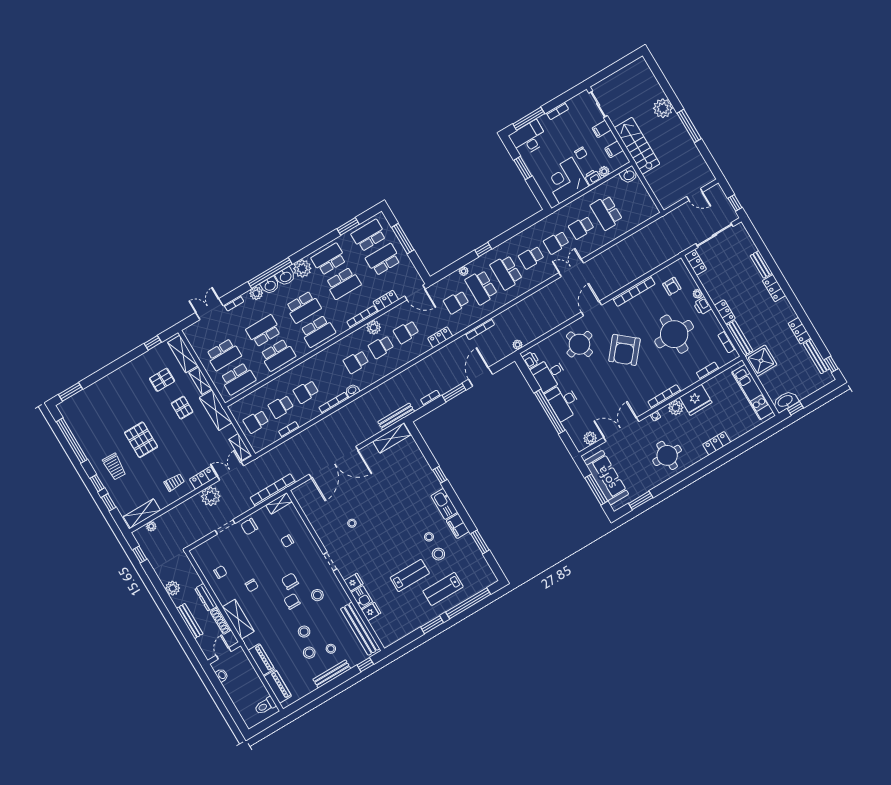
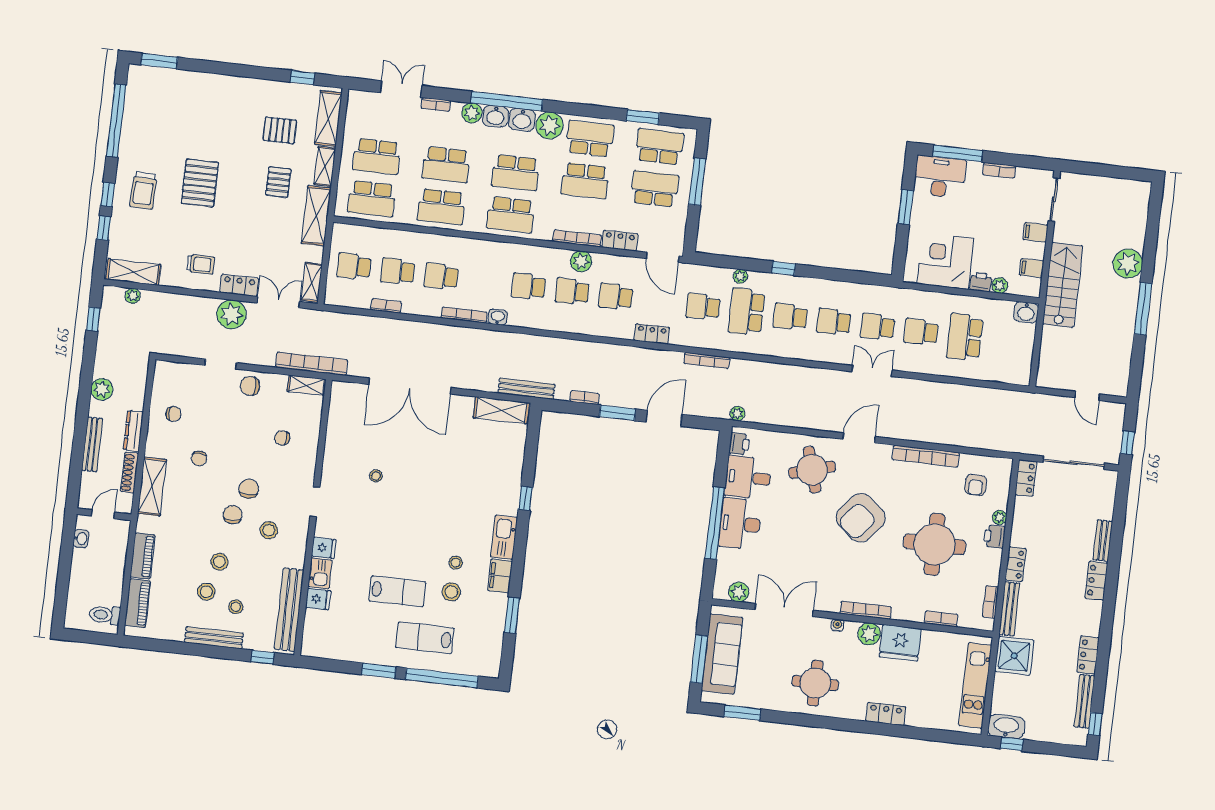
chair: (581, 153) -> (989, 242), removed
school desk: (506, 272) -> (790, 317), width x0.54
school desk: (264, 331) -> (446, 165), turned 180

